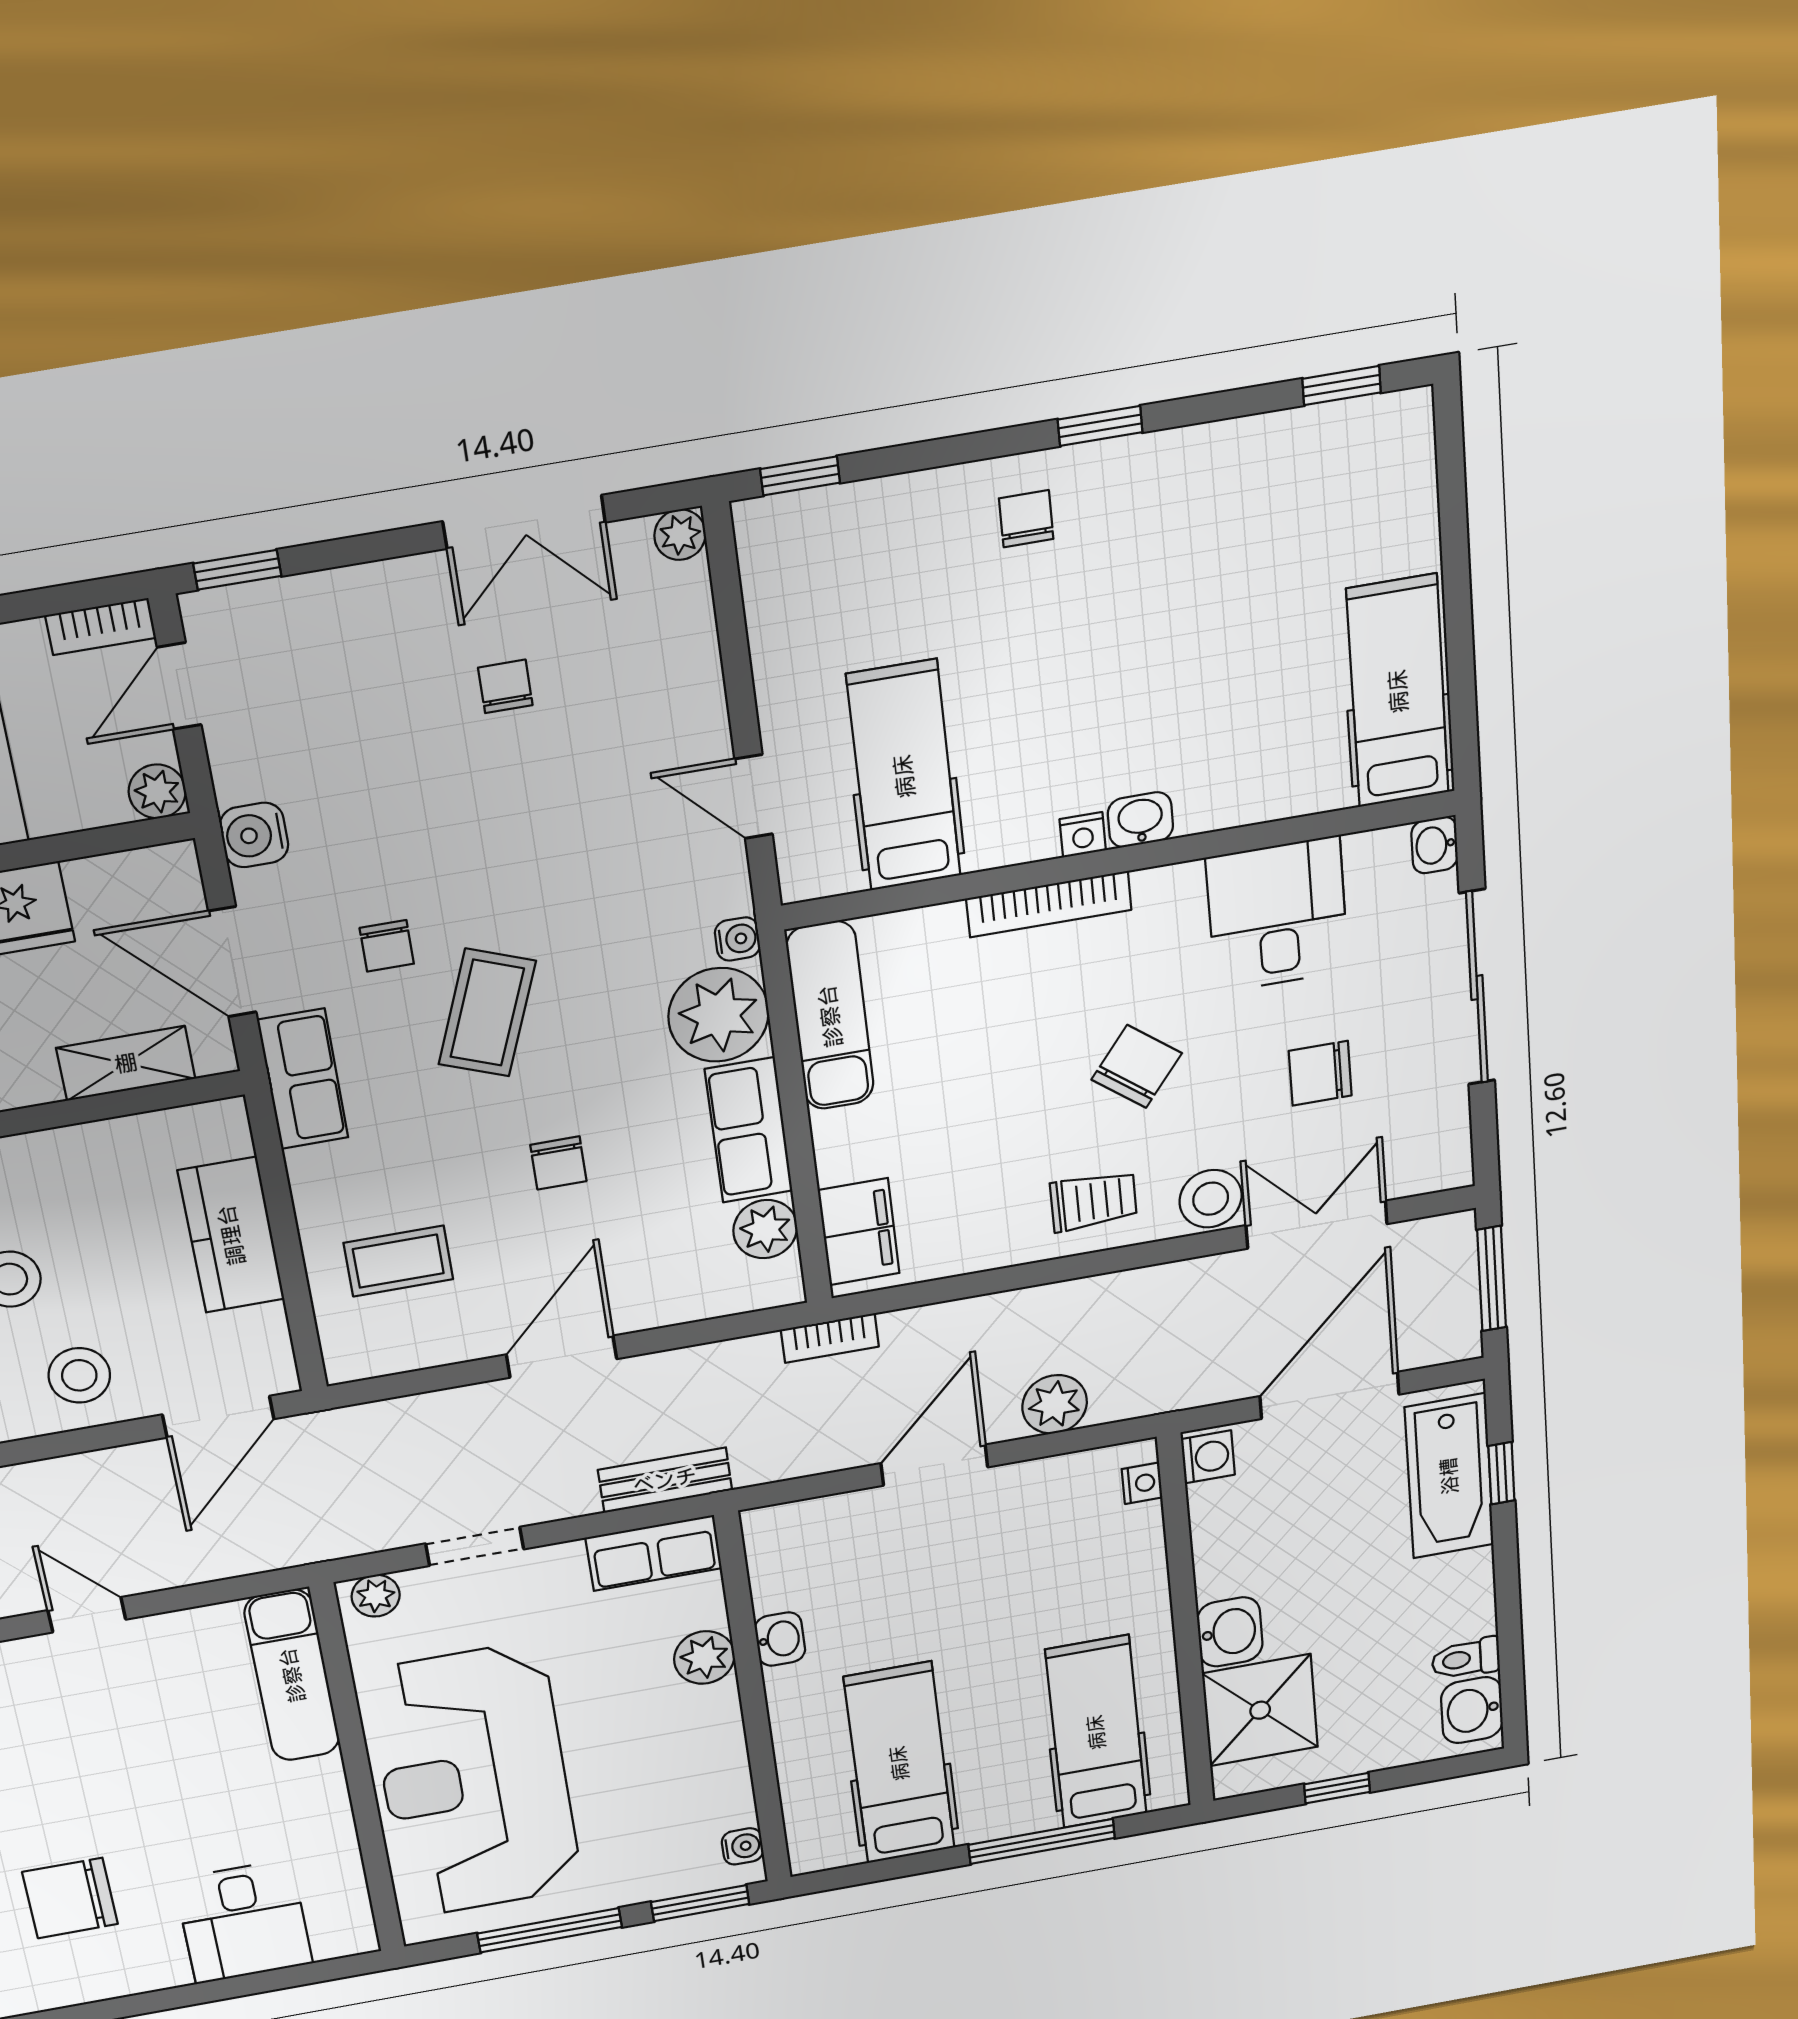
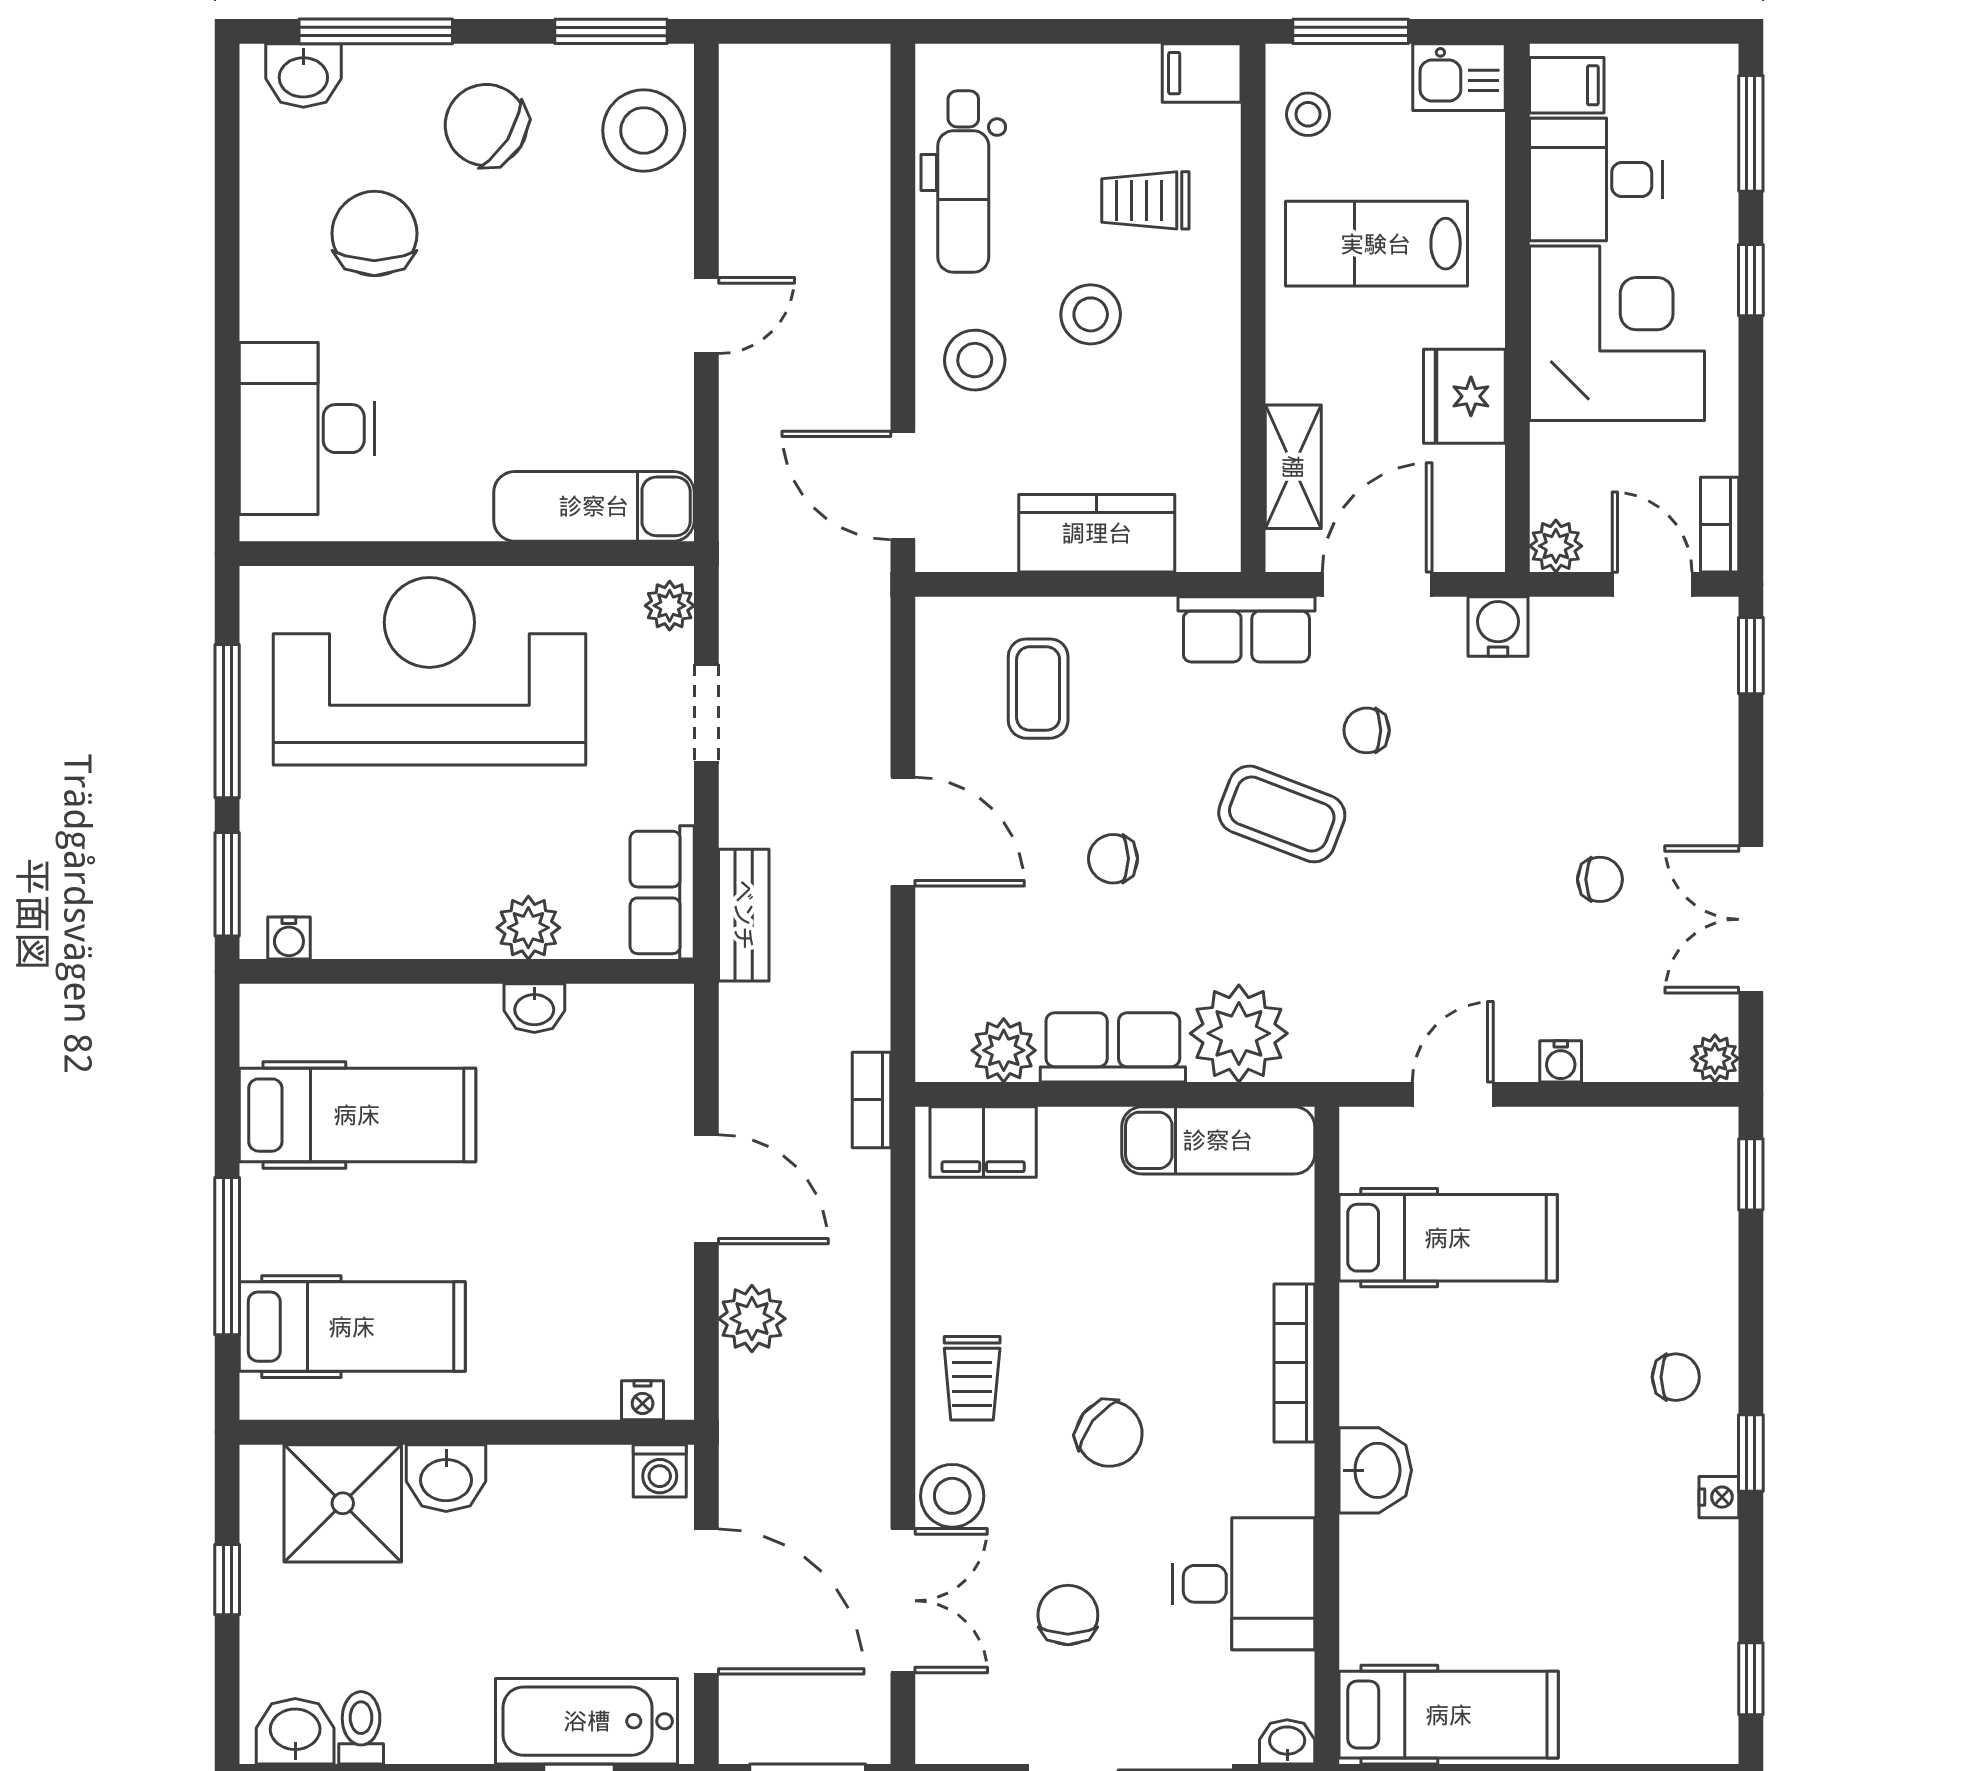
washbasin: (1140, 820) -> (1375, 1470), width x1.38, depth x1.45
nightstand: (1083, 835) -> (1719, 1497), moved, turned 180
water cooler: (737, 939) -> (1561, 1061), moved
desk: (244, 1922) -> (307, 429), width x1.37

